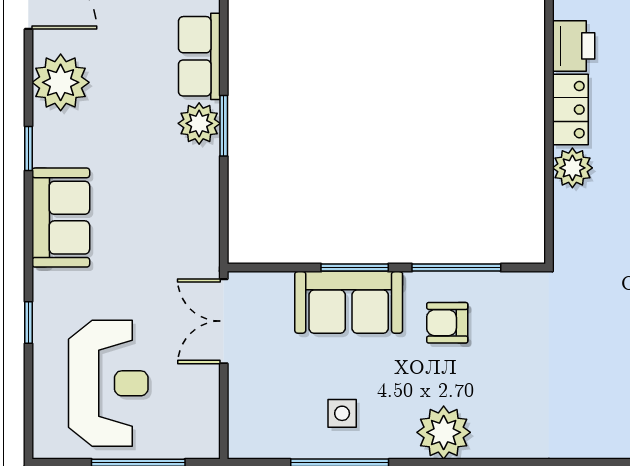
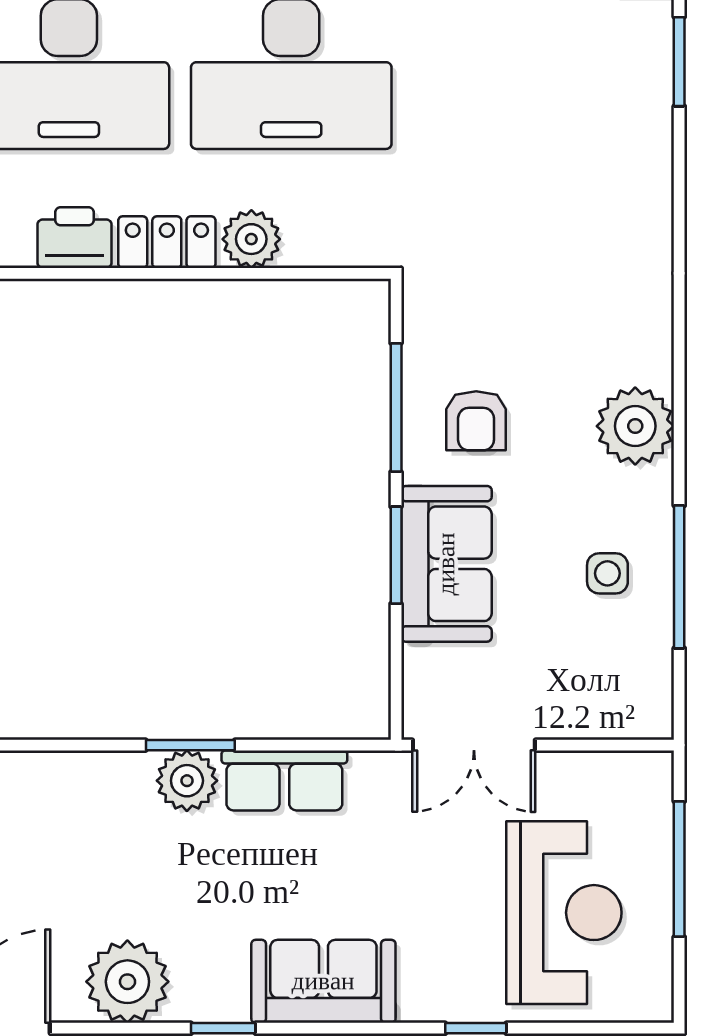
row of seats: (199, 56) -> (284, 780), moved
reception desk: (108, 383) -> (564, 913), turned 90

